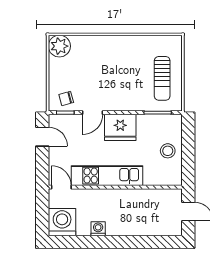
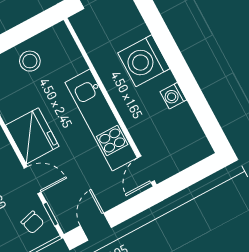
washing machine: (62, 222) -> (144, 61), moved

